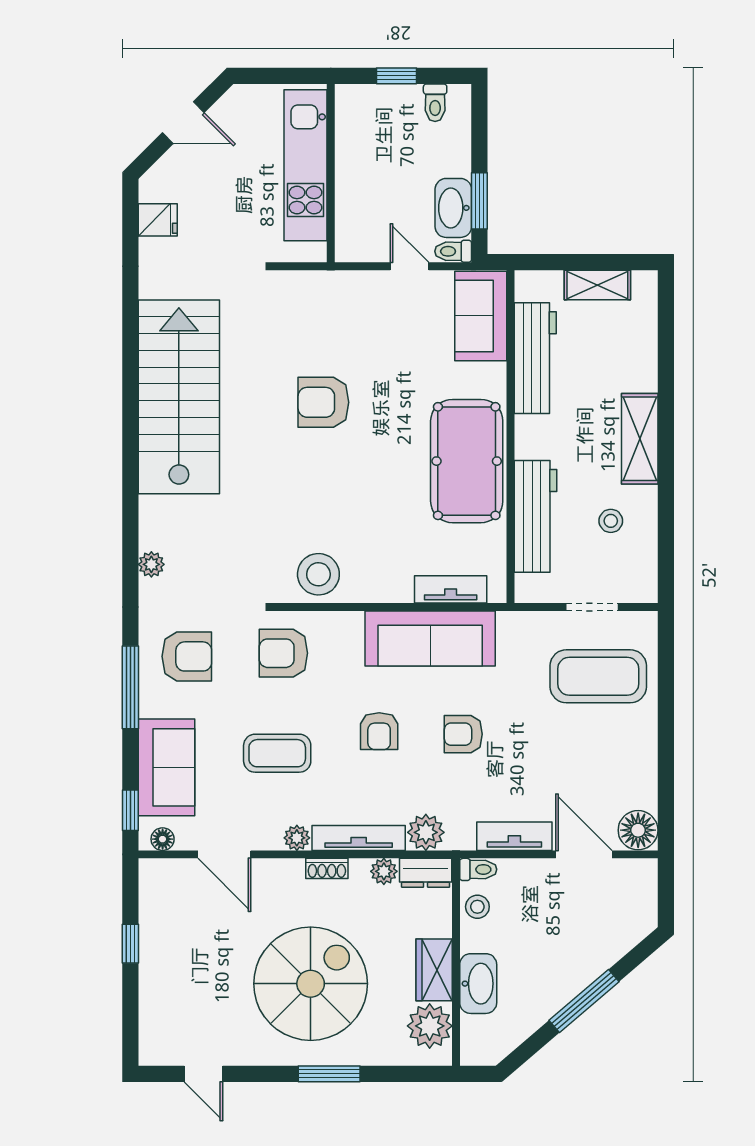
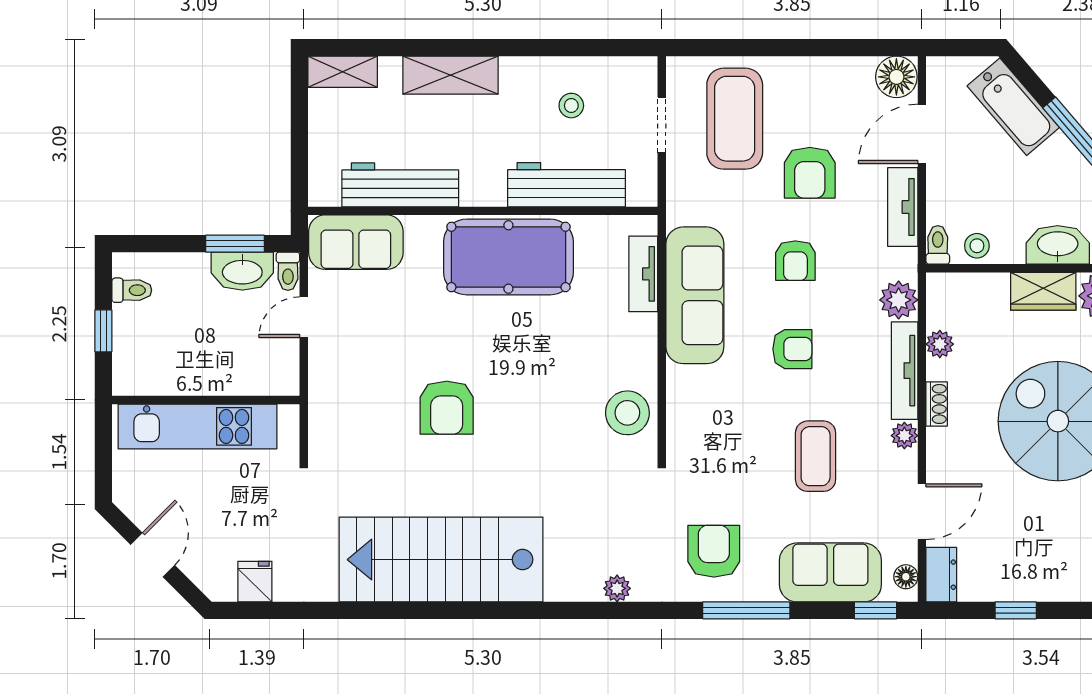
shelving: (597, 285) -> (343, 72), moved, turned 90
shelving: (640, 439) -> (451, 75), moved
armchair: (283, 653) -> (810, 173), moved
dresser: (426, 873) -> (941, 575), moved
bathtub: (610, 941) -> (1013, 107), added

